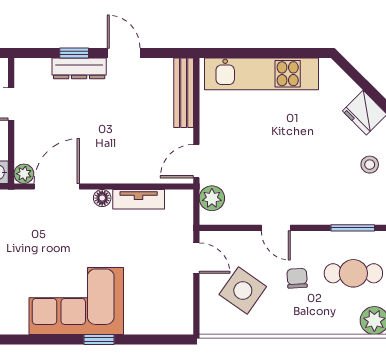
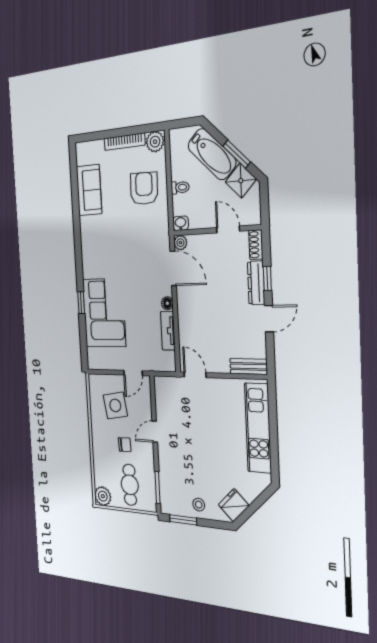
shoe rack: (32, 67) -> (256, 245), added
bench: (184, 93) -> (249, 366), width x0.73
plant: (212, 198) -> (171, 386), removed
side table: (243, 290) -> (115, 405), turned 45
corner sofa: (76, 301) -> (104, 313), moved

